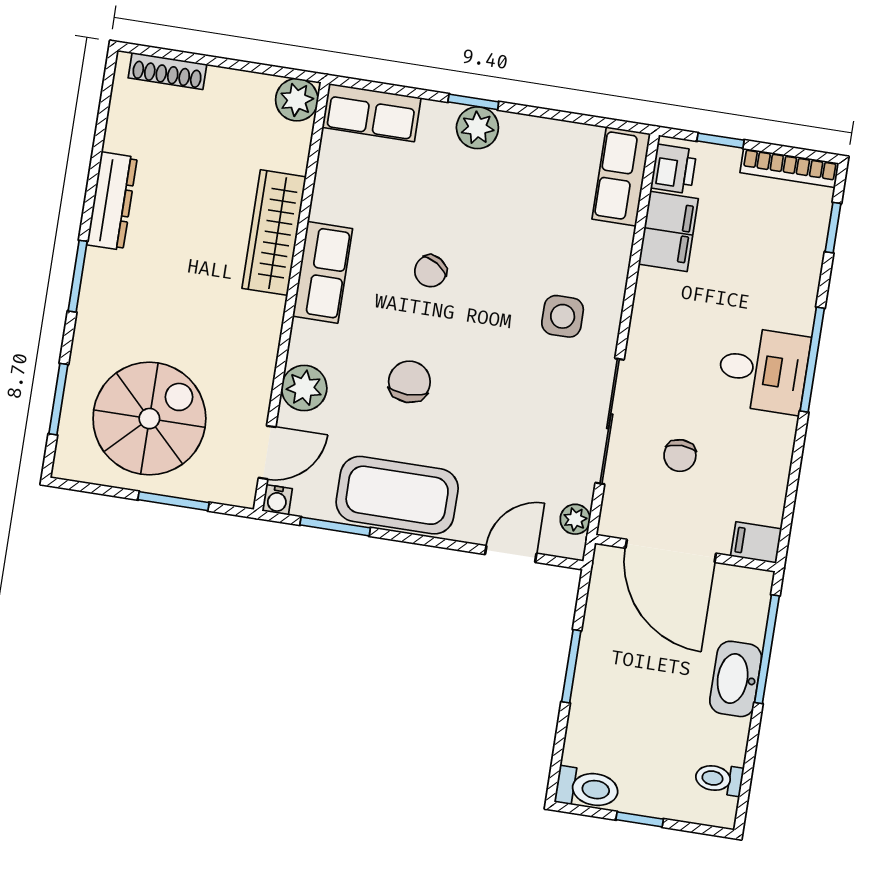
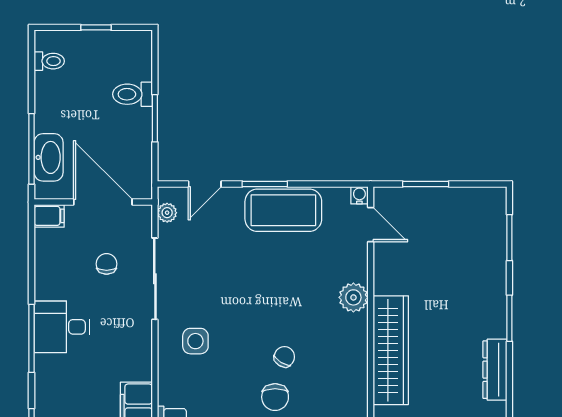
wardrobe: (274, 233) -> (391, 350), width x1.40, depth x1.17
row of seats: (323, 272) -> (353, 345), removed
chair: (409, 382) -> (275, 397), moved
plant: (304, 388) -> (353, 297), moved
spiral stairs: (149, 419) -> (449, 234), removed
door: (267, 452) -> (371, 225), swing flipped
window: (335, 526) -> (265, 184), moved
washbasin: (736, 679) -> (49, 157), moved
toilet: (587, 788) -> (132, 94), moved

